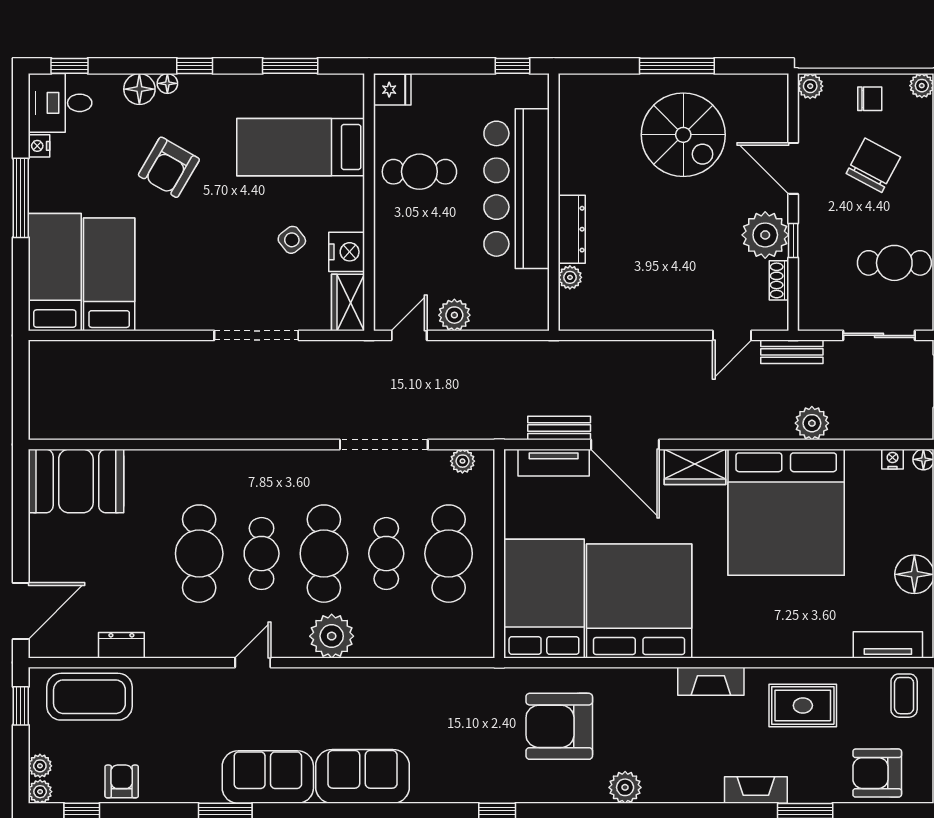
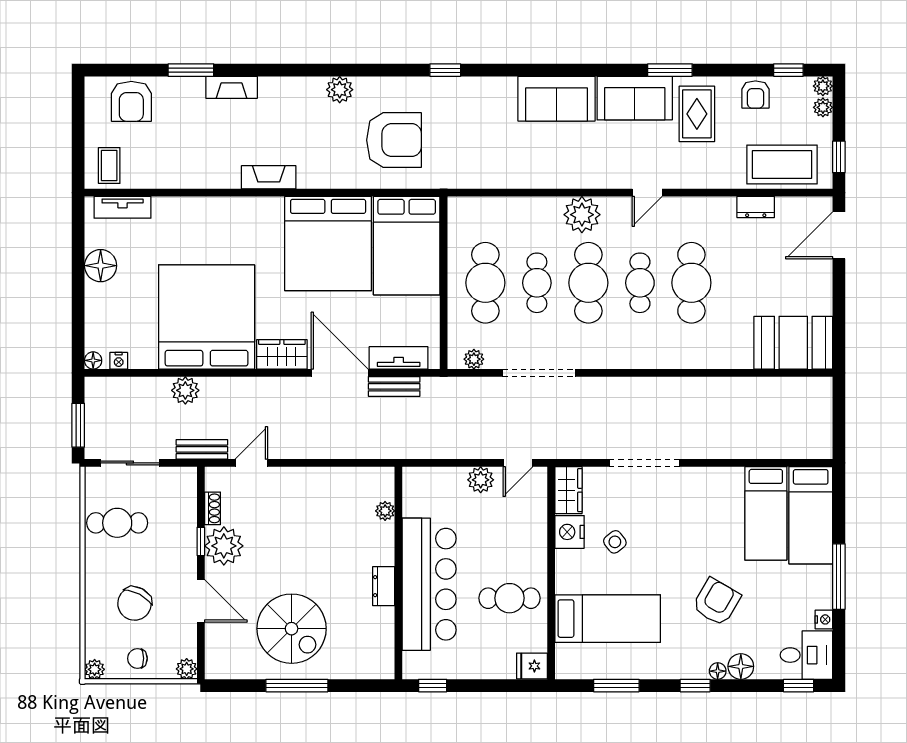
spiral stairs: (683, 135) -> (292, 629), turned 180
dresser: (572, 229) -> (384, 586), moved, width x0.70
rug: (803, 706) -> (697, 114), moved, turned 90
armchair: (877, 773) -> (131, 101), turned 90

